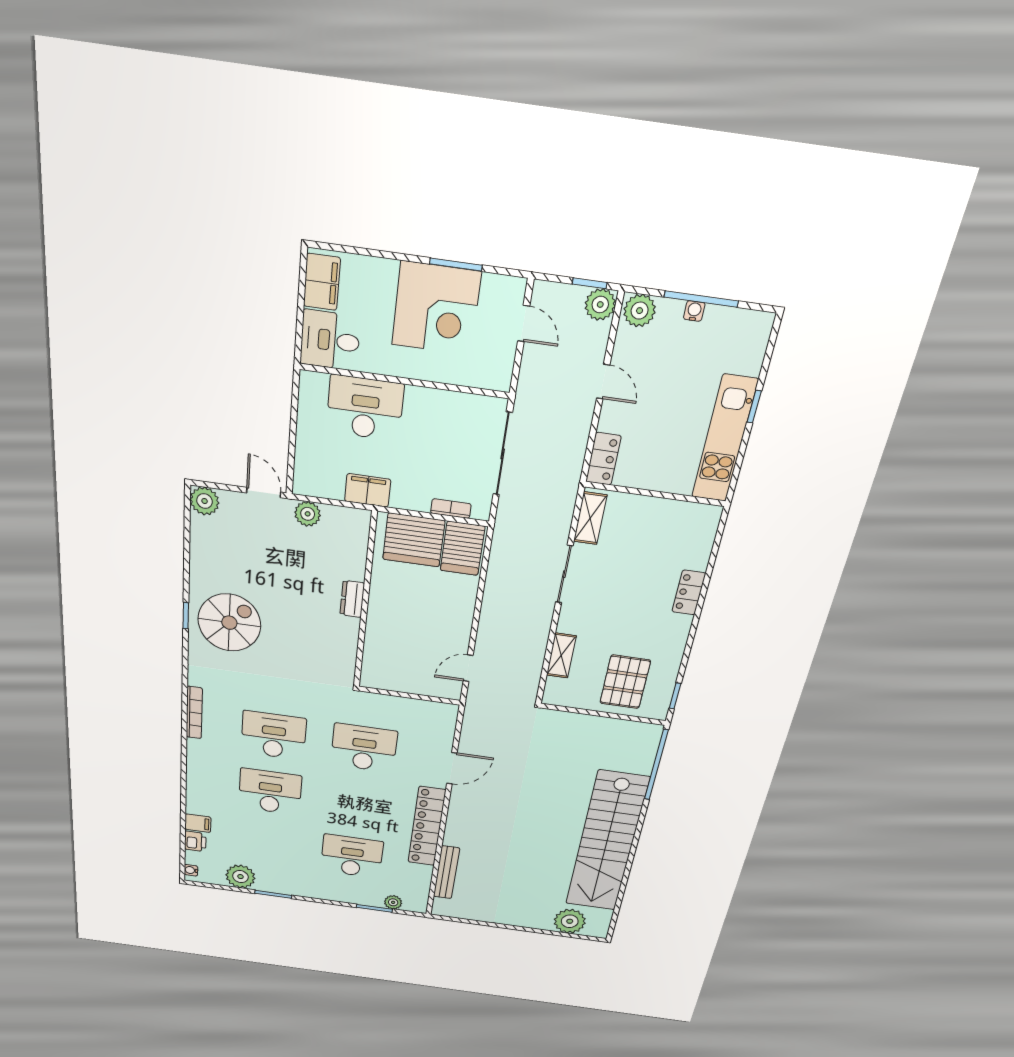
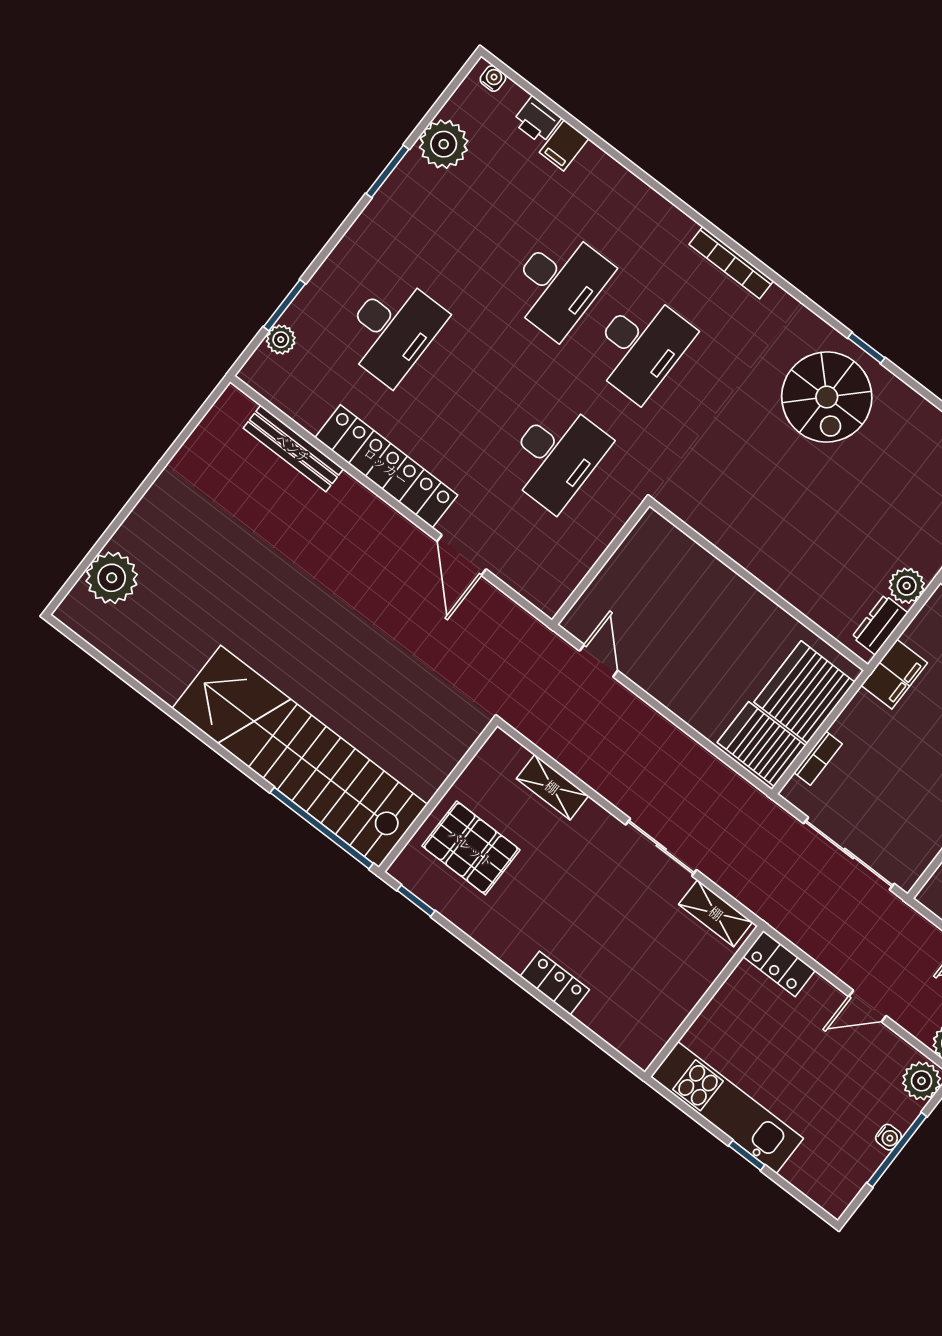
dresser: (352, 599) -> (880, 625), moved, turned -90
stairs: (607, 842) -> (300, 756), moved

